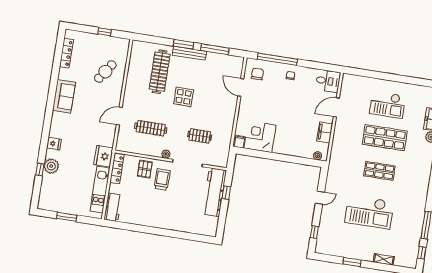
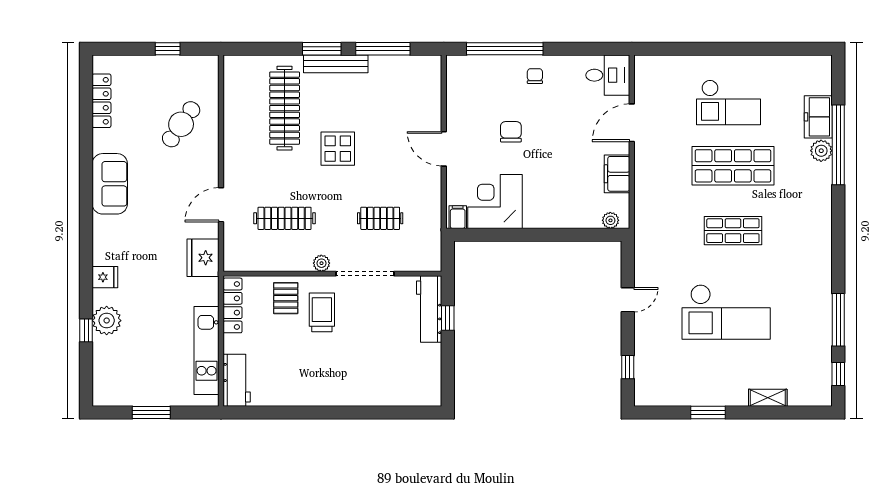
chair: (257, 74) -> (511, 132), moved
door: (241, 87) -> (444, 149), moved
fridge: (103, 156) -> (203, 258), moved
workbench: (214, 192) -> (429, 309), width x0.73, depth x0.76

